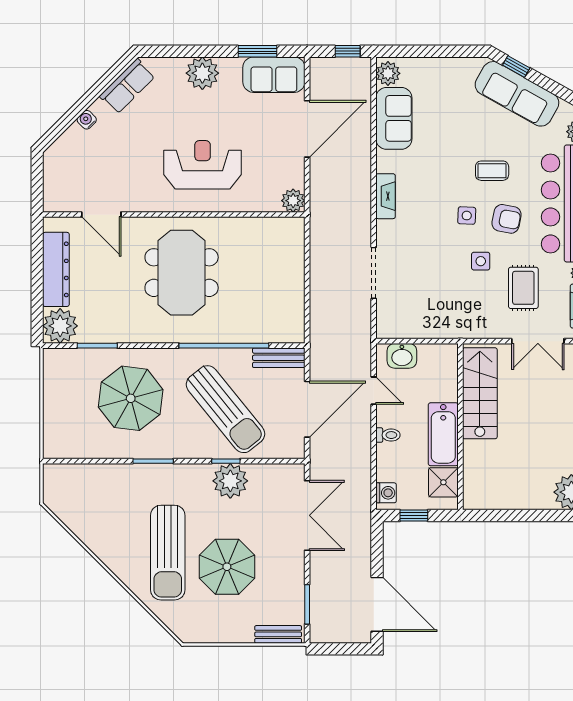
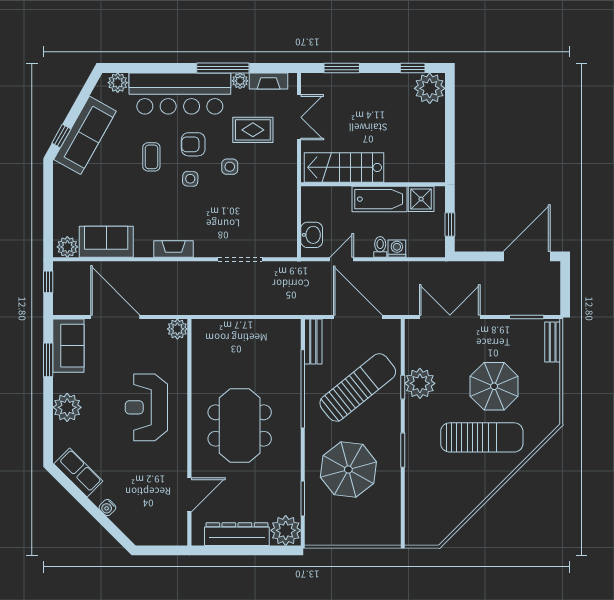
armchair: (507, 219) -> (193, 144), turned -101
meeting table: (182, 273) -> (240, 426), turned 90
washing machine: (386, 493) -> (397, 249), moved

